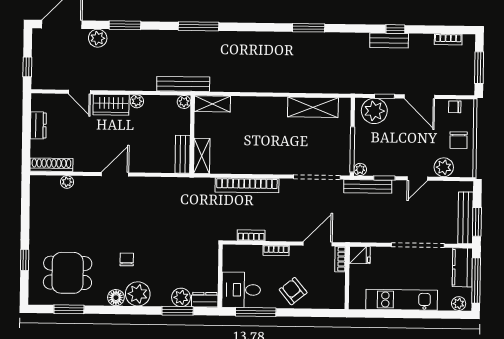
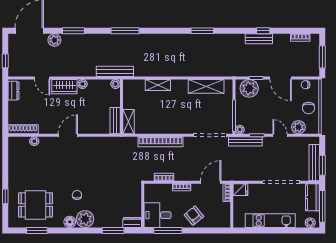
shelving: (212, 104) -> (158, 85), moved
dresser: (38, 125) -> (14, 91), moved
door: (417, 178) -> (280, 135), swing flipped
plant: (181, 297) -> (115, 221), removed

